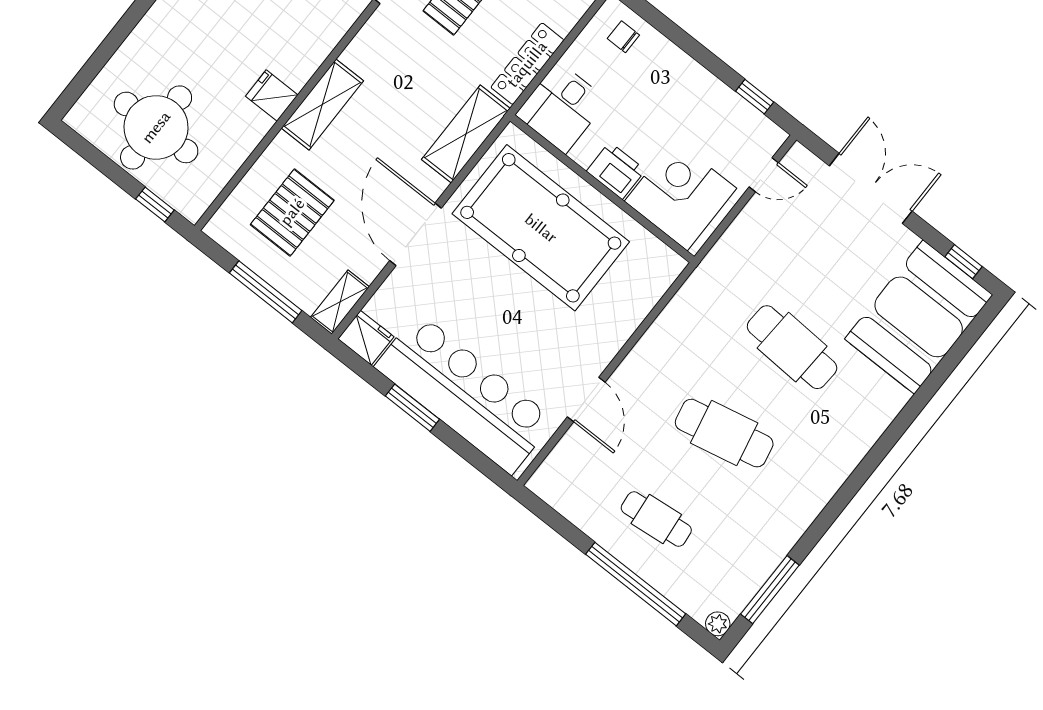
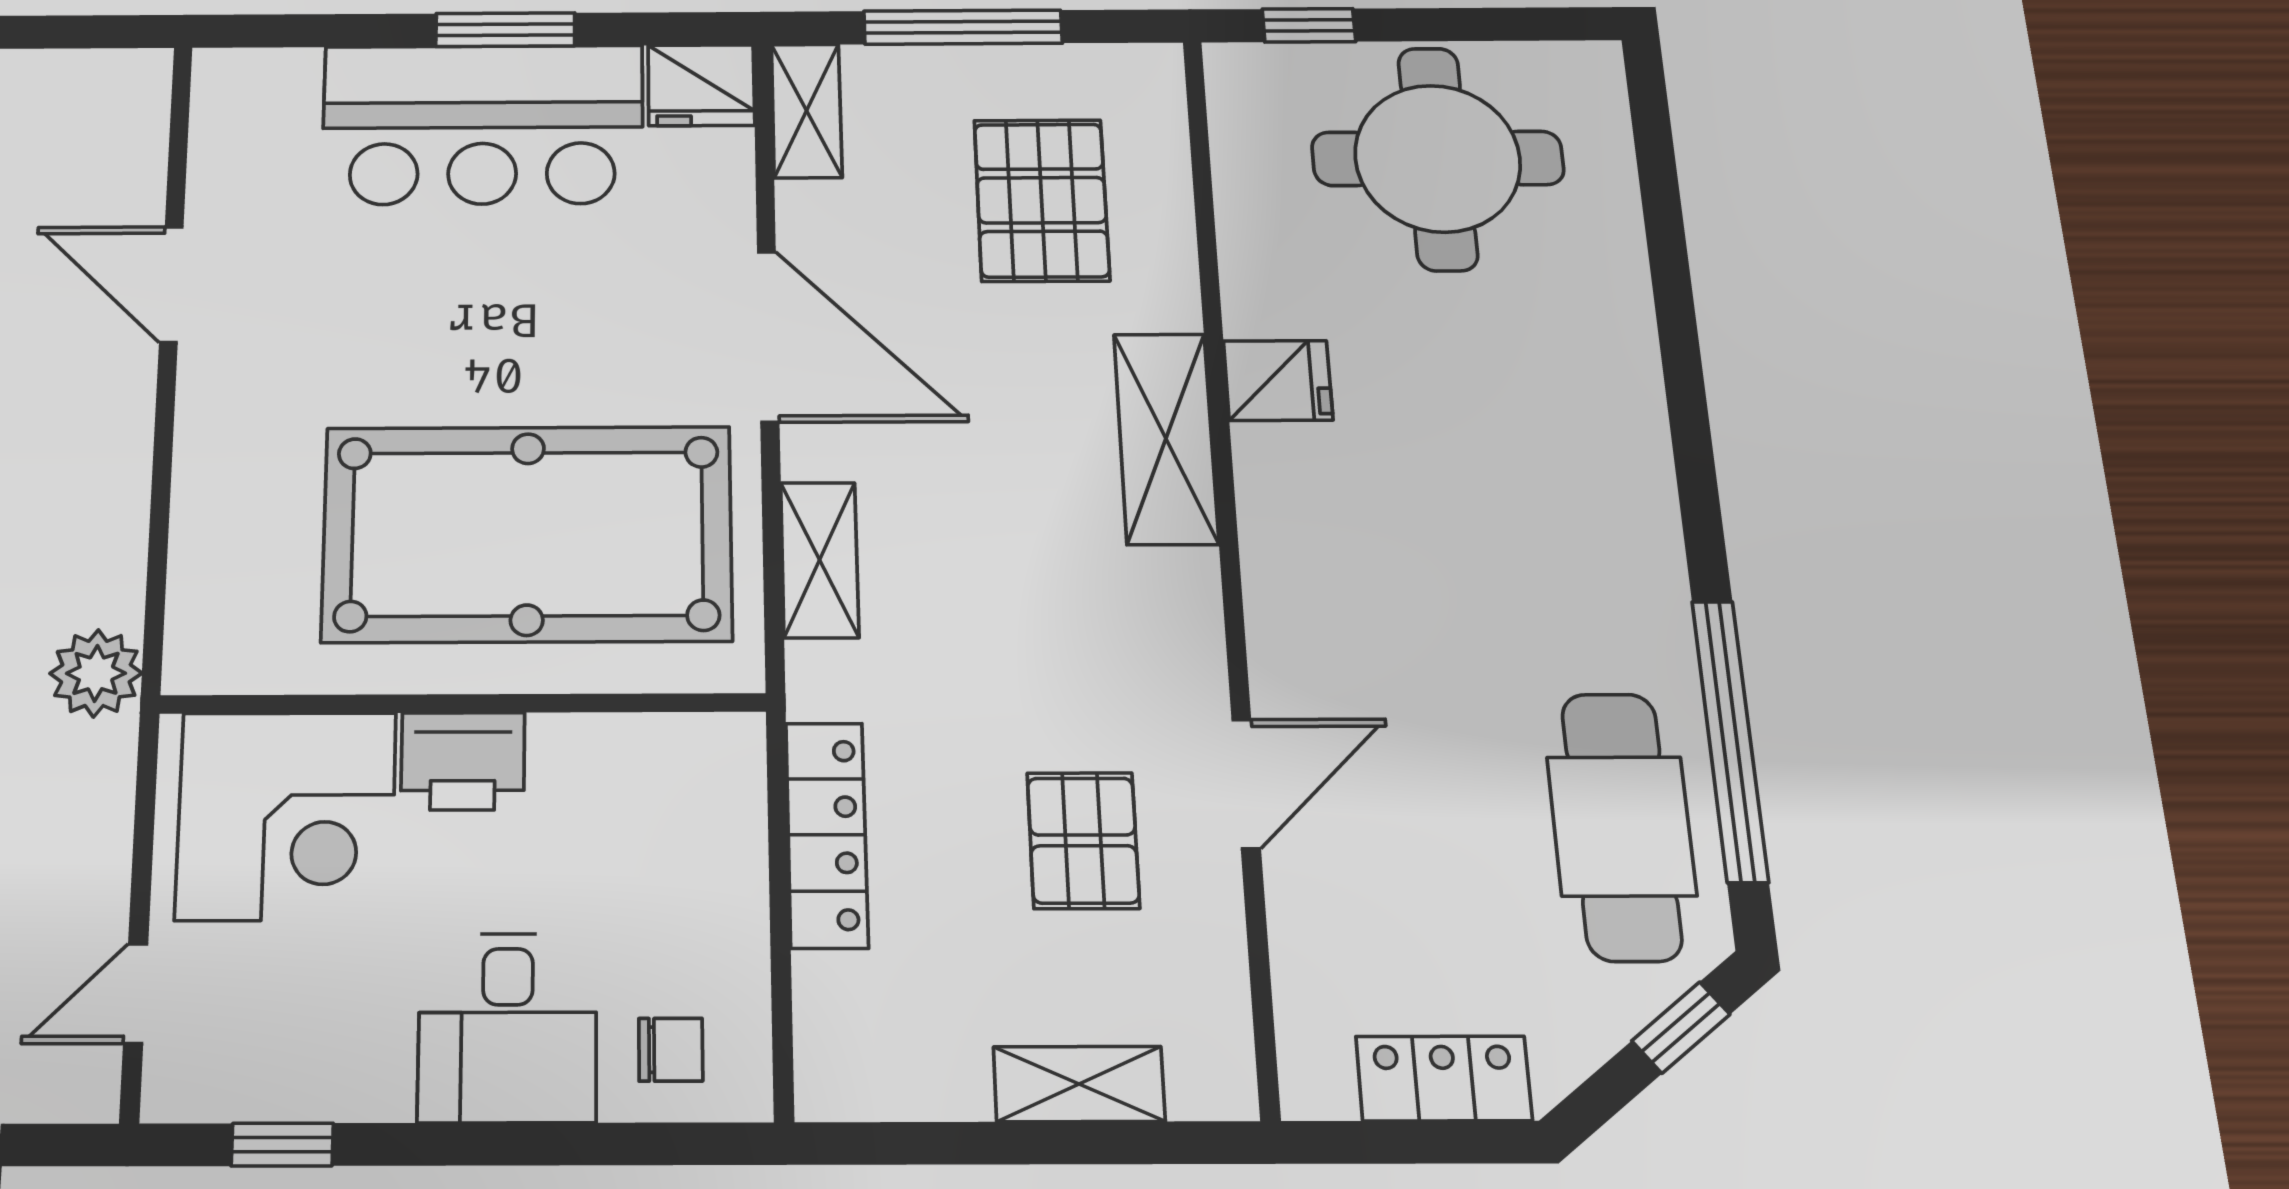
desk: (562, 108) -> (508, 1027), moved, turned 180
shelving: (466, 134) -> (820, 560), width x0.67, depth x0.75
plant: (704, 285) -> (96, 673), added
bar counter: (465, 393) -> (483, 124), width x0.73

